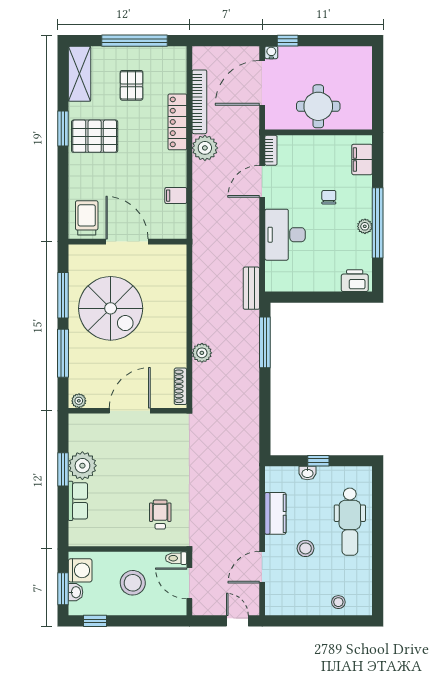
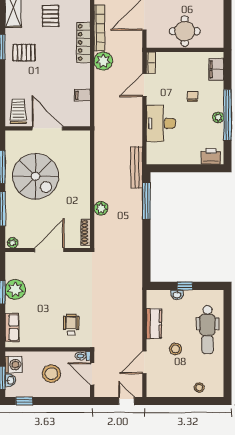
pallet: (95, 136) -> (24, 53), width x0.67, depth x0.71
bench: (251, 288) -> (137, 167), width x1.36
row of seats: (78, 501) -> (12, 328), moved

